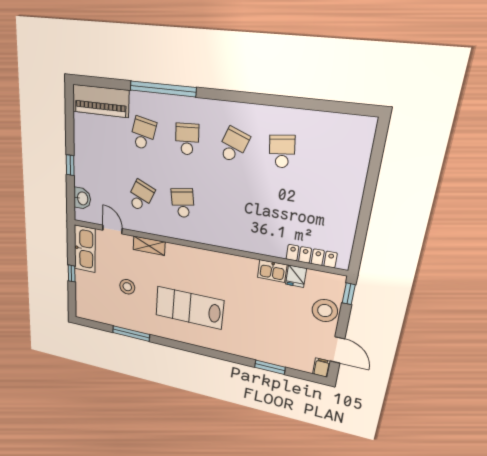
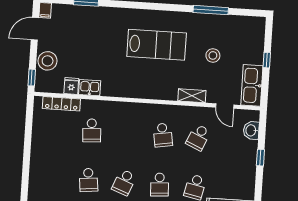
school desk: (273, 218) -> (92, 130), added
door: (337, 350) -> (35, 29), hinge flipped

